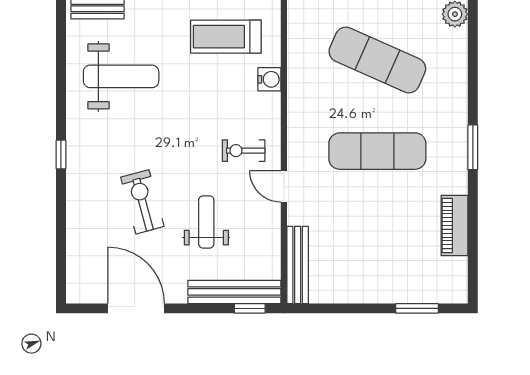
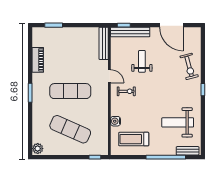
treadmill: (226, 37) -> (134, 139), turned 180
exercise bike: (142, 202) -> (189, 66), moved
weight bench: (206, 222) -> (142, 61), turned 180

